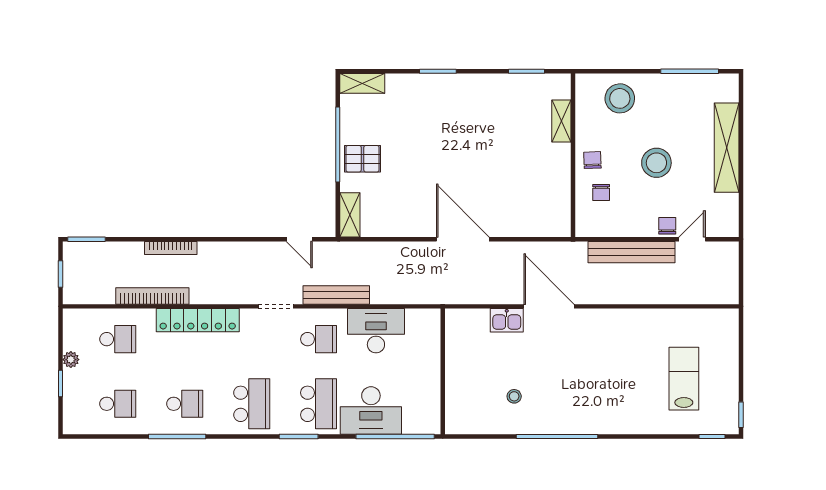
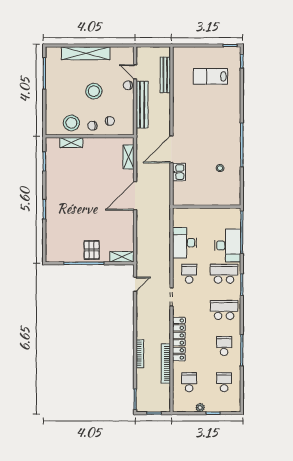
shelving: (362, 83) -> (129, 157), moved
stool: (620, 98) -> (71, 123), moved
bench: (336, 295) -> (165, 75), moved

